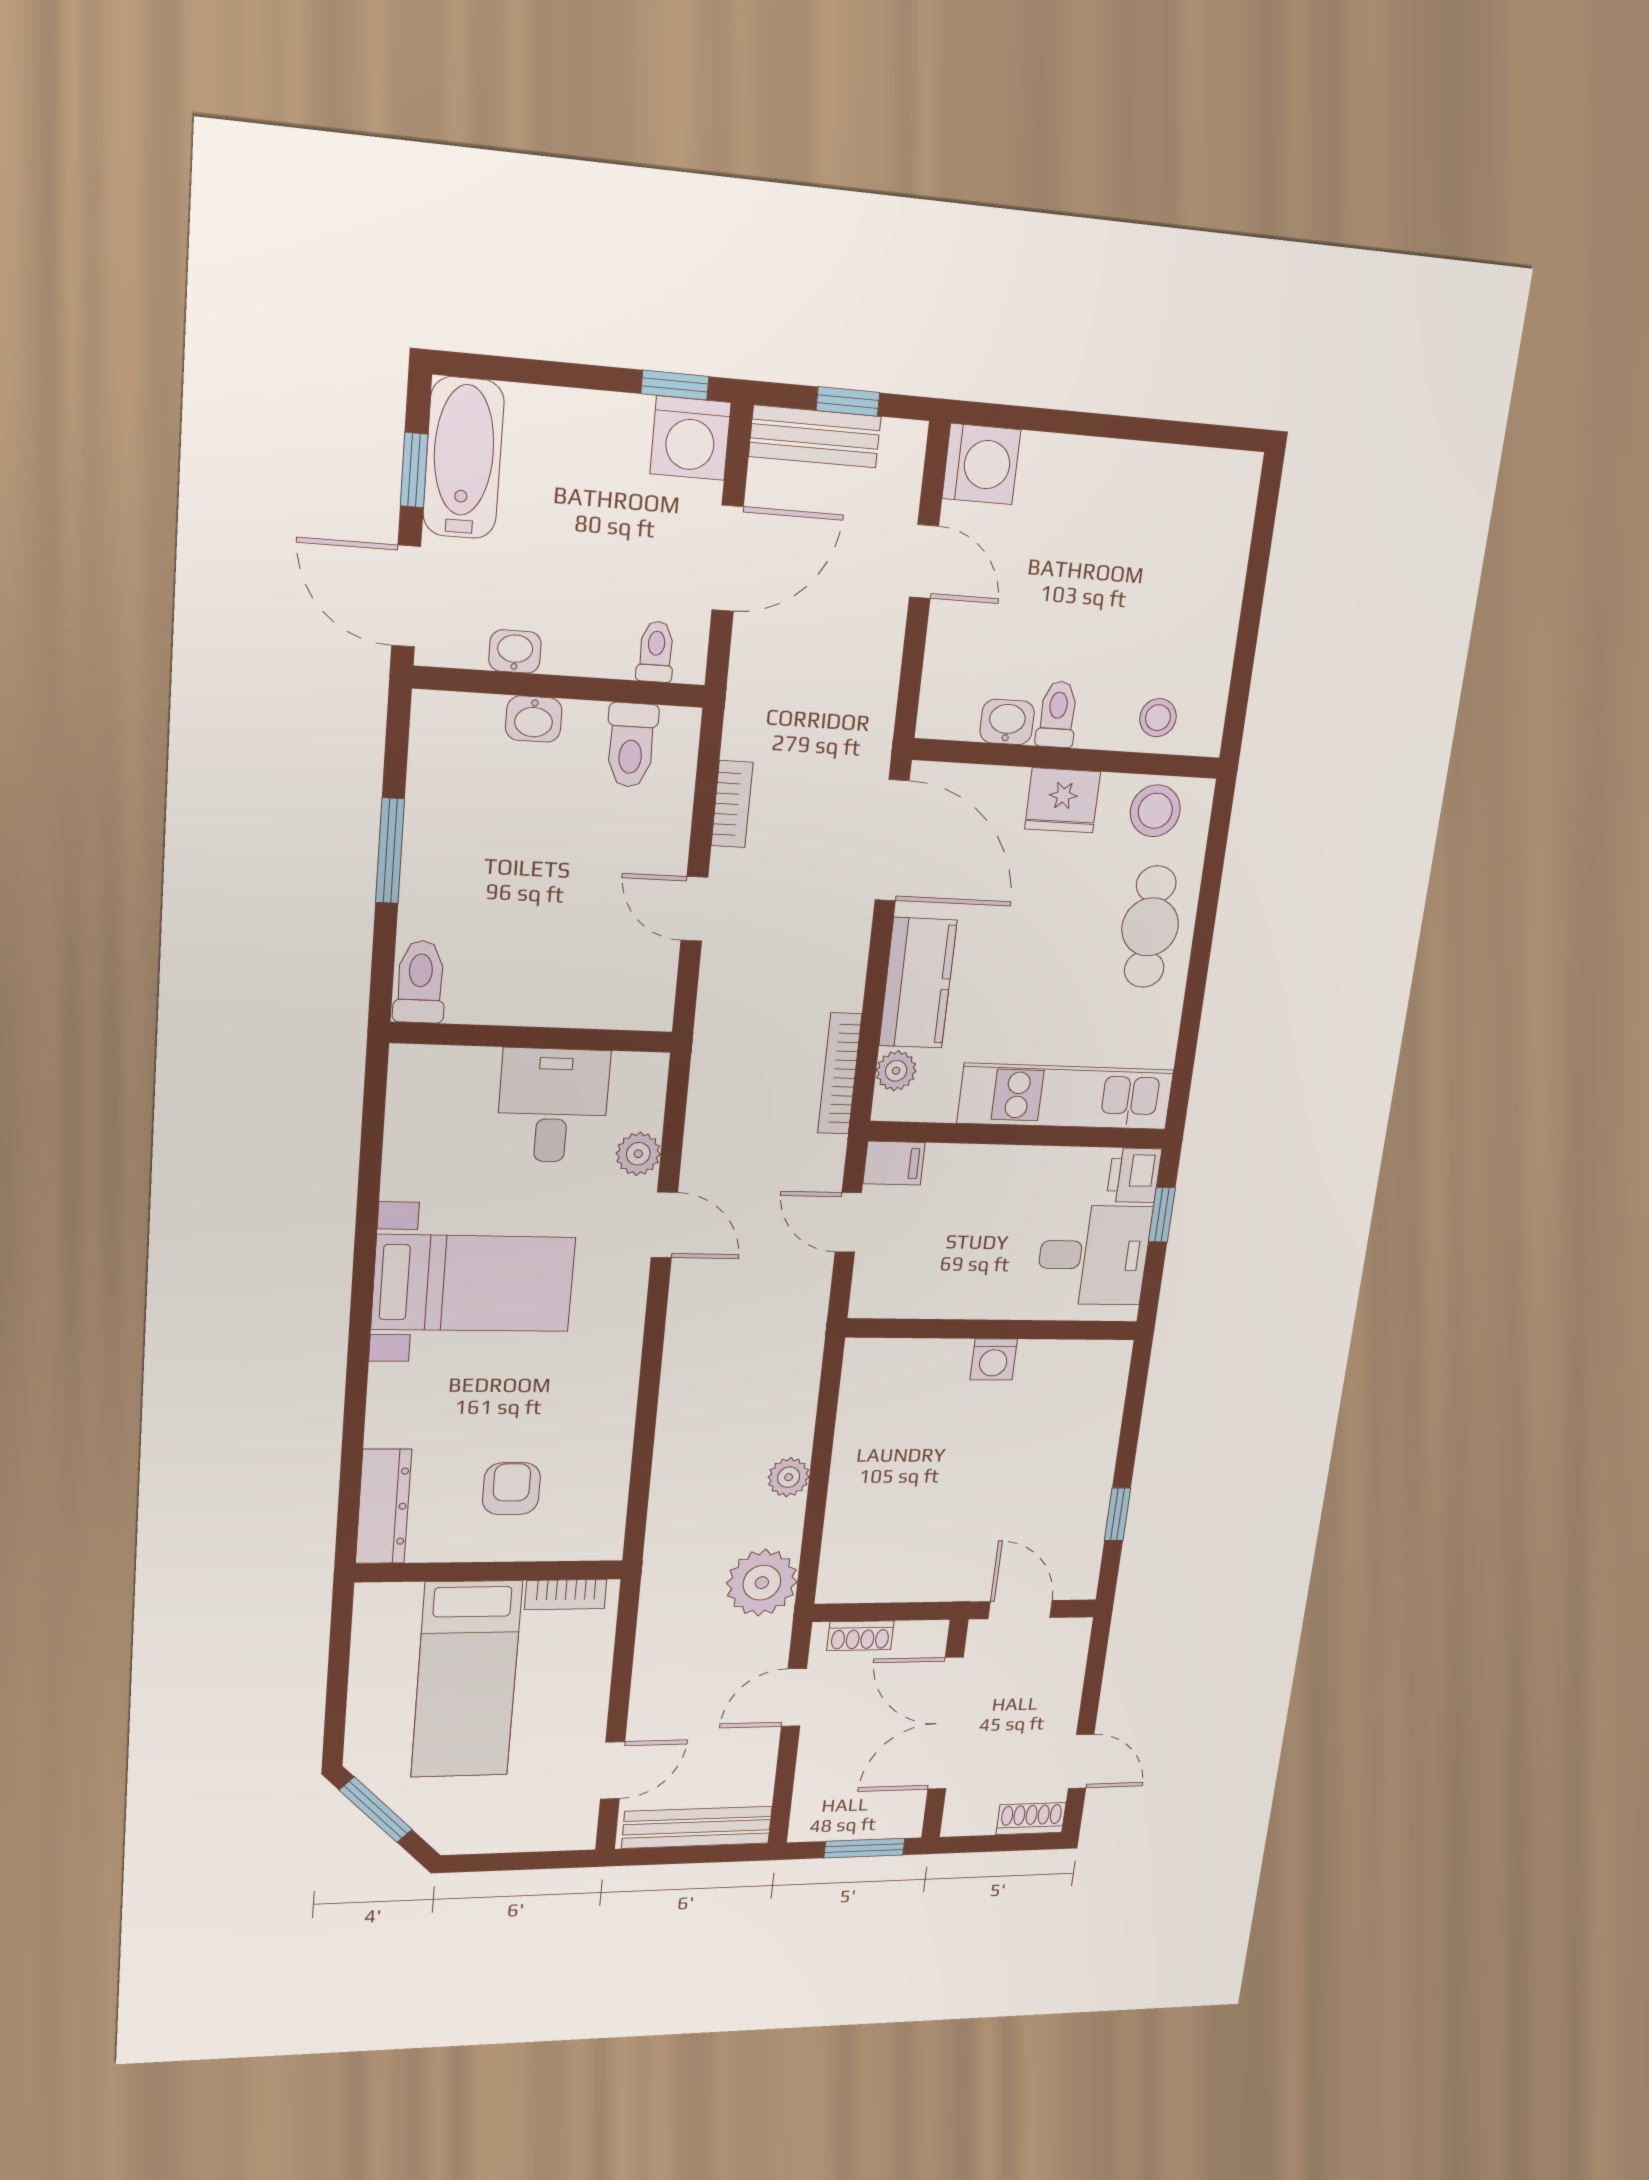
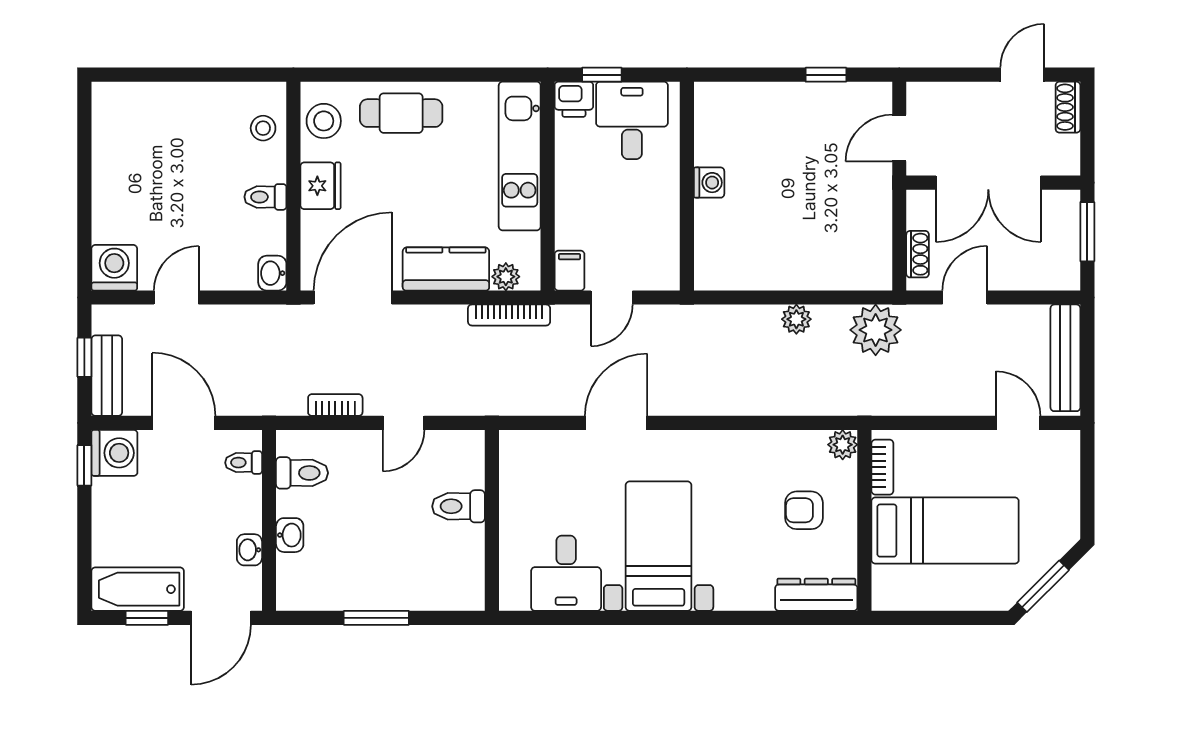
washbasin: (1007, 722) -> (272, 273), moved
toilet: (420, 982) -> (458, 506), moved
desk: (553, 1105) -> (566, 573), moved, turned -90
plant: (638, 1154) -> (843, 445), moved
door: (664, 1225) -> (616, 423), width x1.37
door: (794, 1697) -> (965, 298), swing flipped

